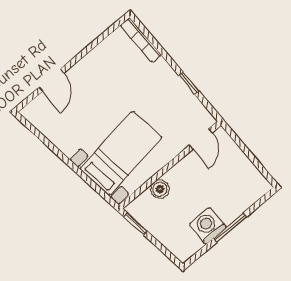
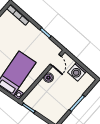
boiler: (160, 189) -> (48, 78), moved
washing machine: (208, 226) -> (77, 72), moved, turned -90

